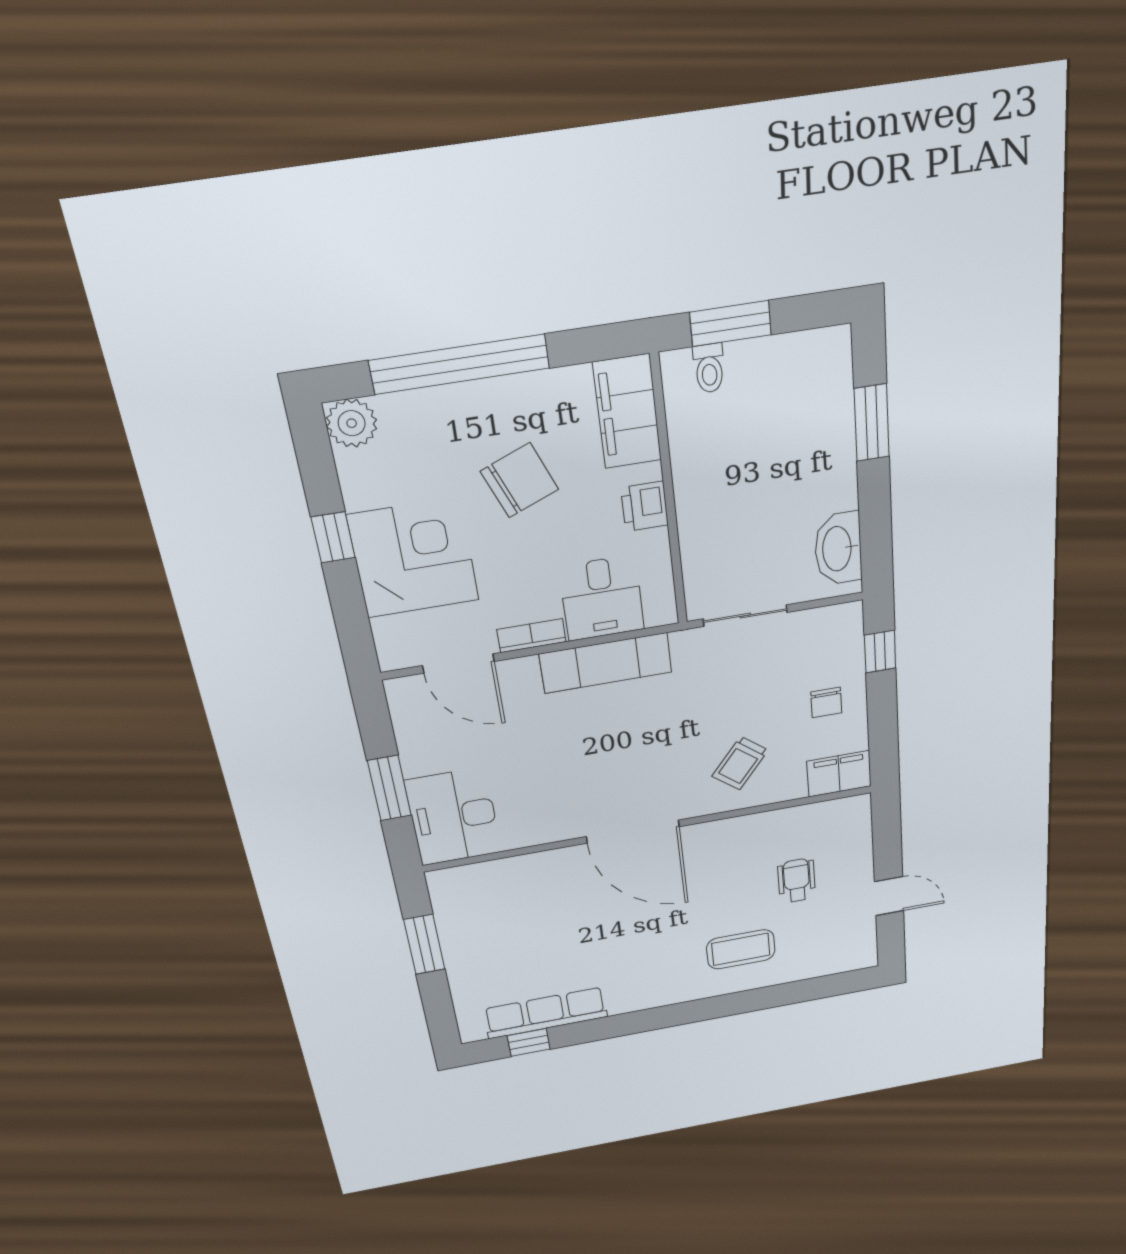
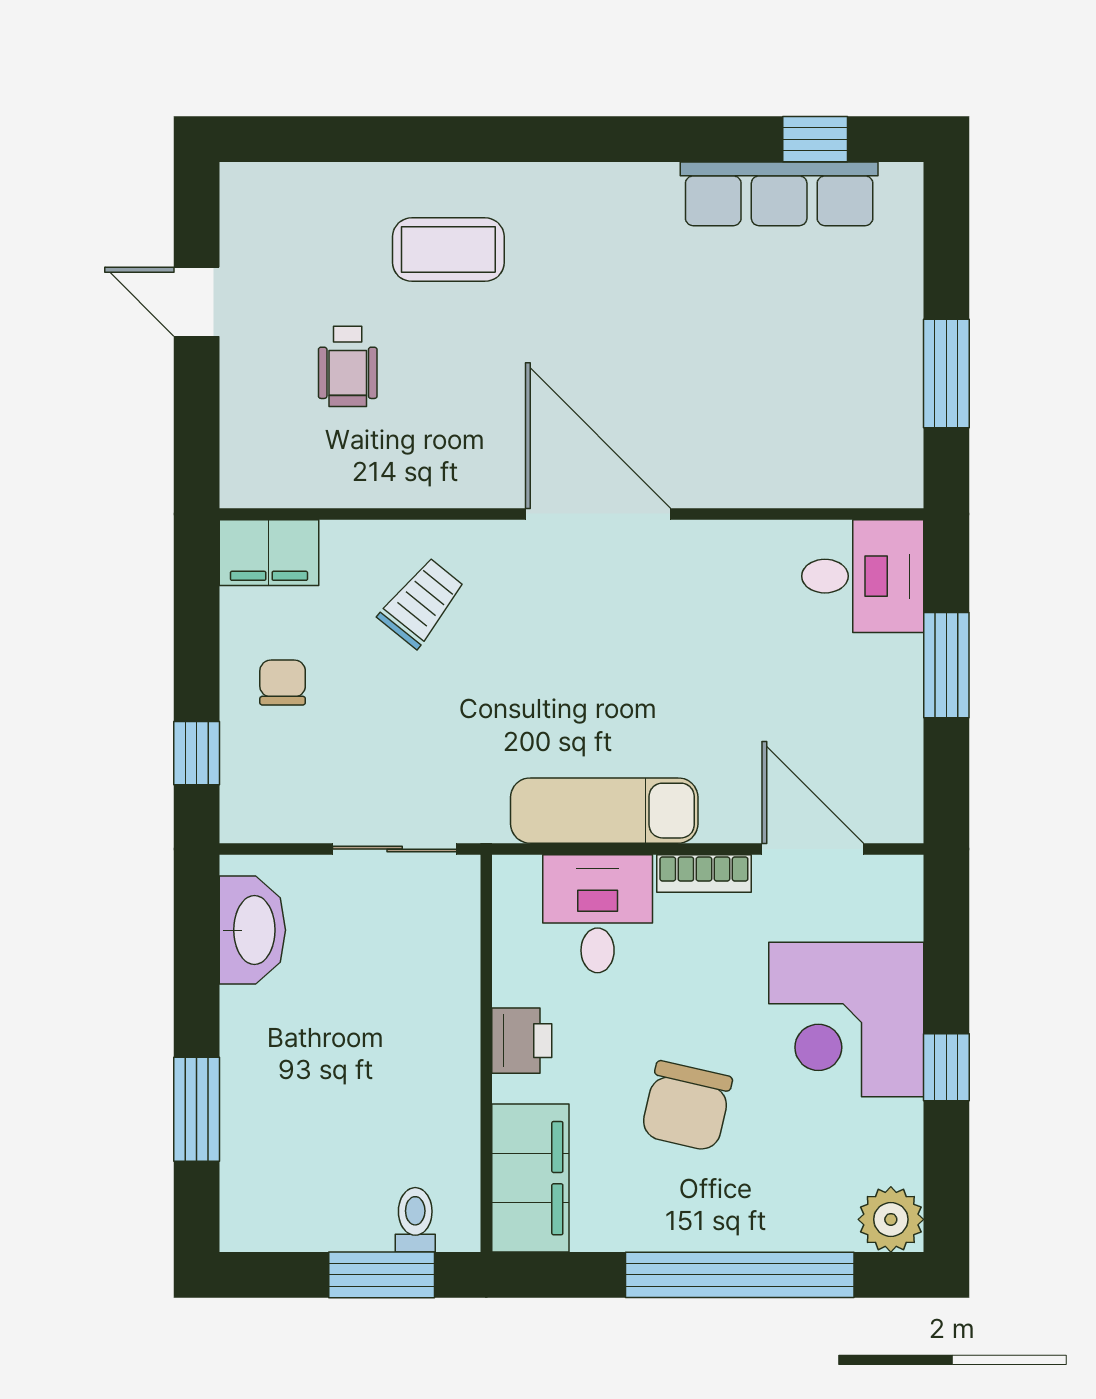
chair: (520, 480) -> (687, 1106), turned -55
desk: (453, 817) -> (863, 576), width x0.73

